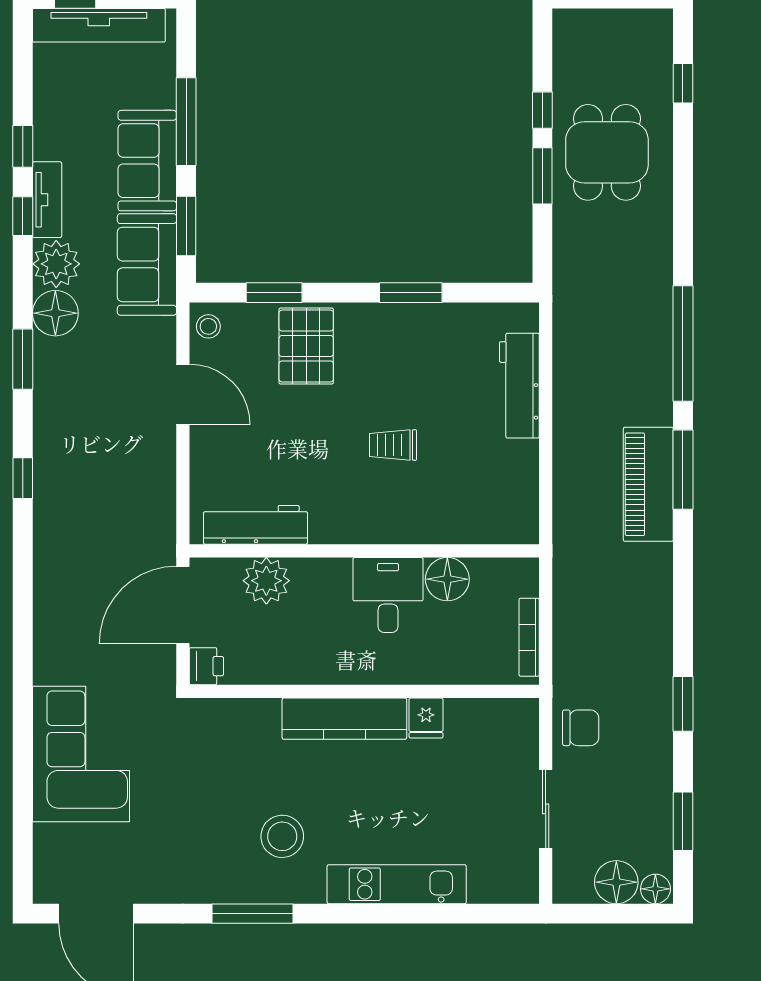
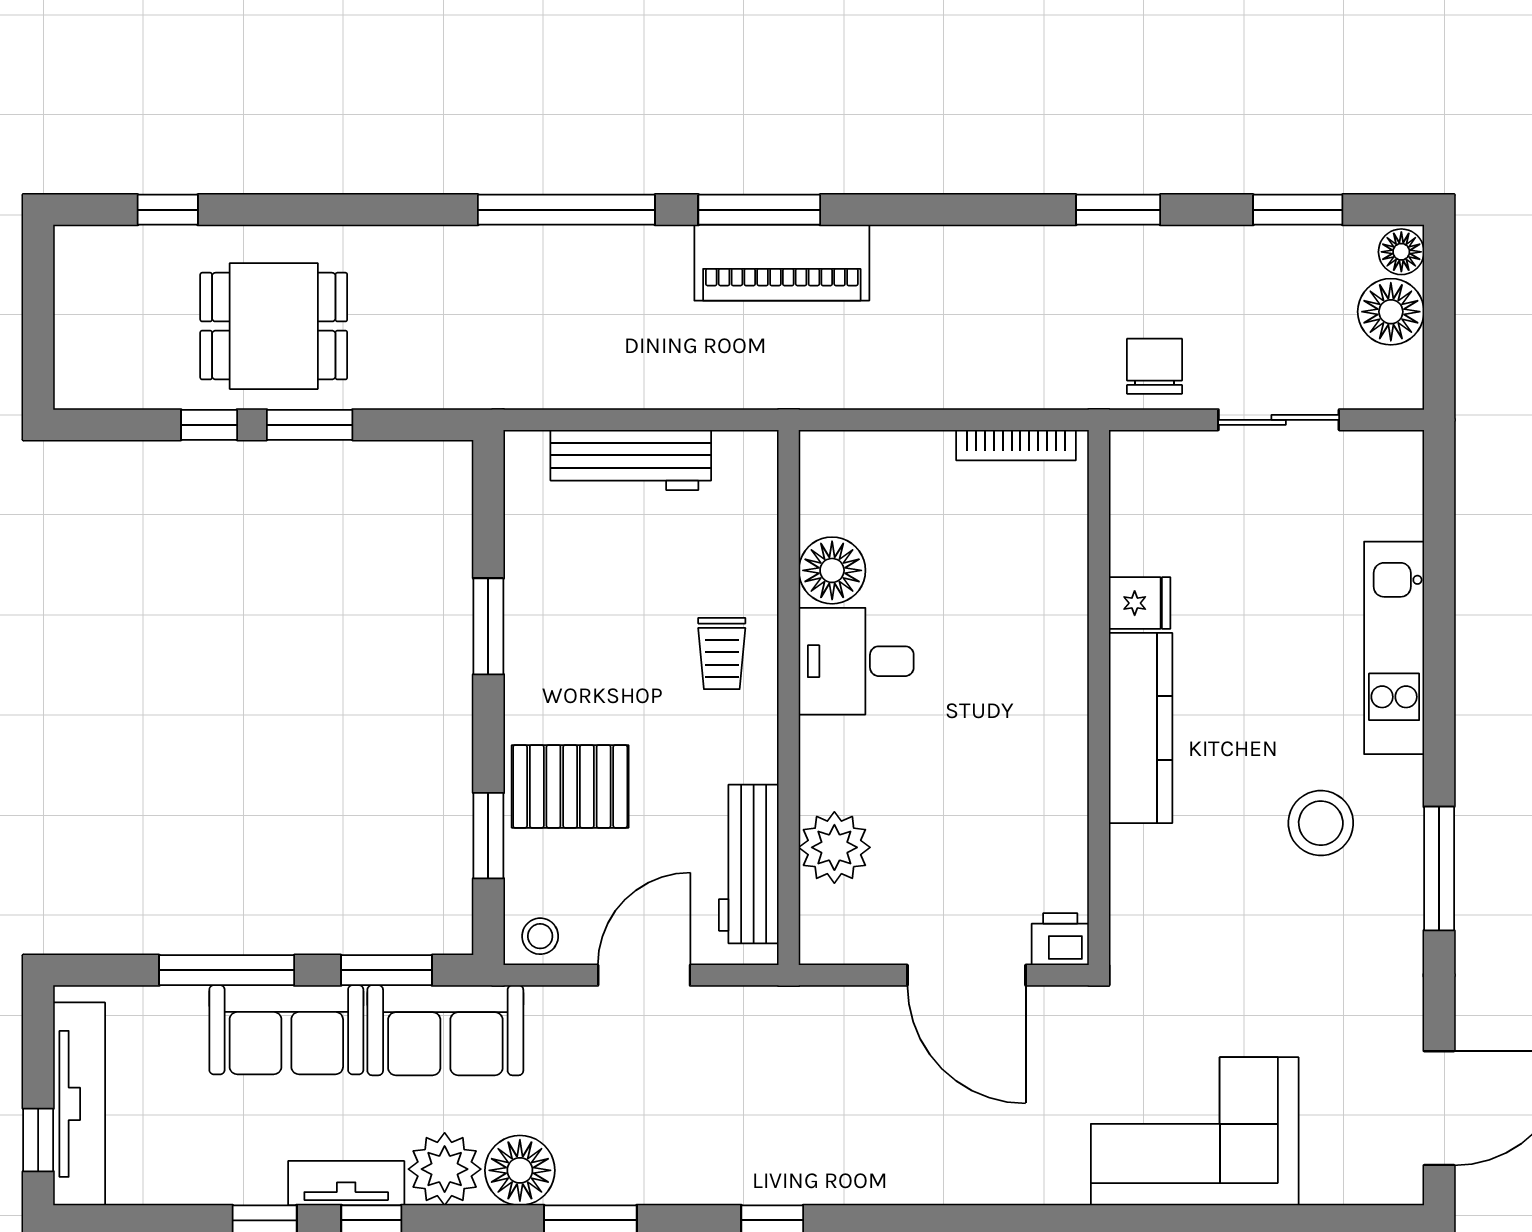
workbench: (255, 525) -> (749, 864), moved
wall: (364, 551) -> (789, 698), moved
floor lamp: (447, 579) -> (832, 570), moved
plant: (266, 581) -> (834, 847), moved
desk: (388, 595) -> (856, 661), moved

